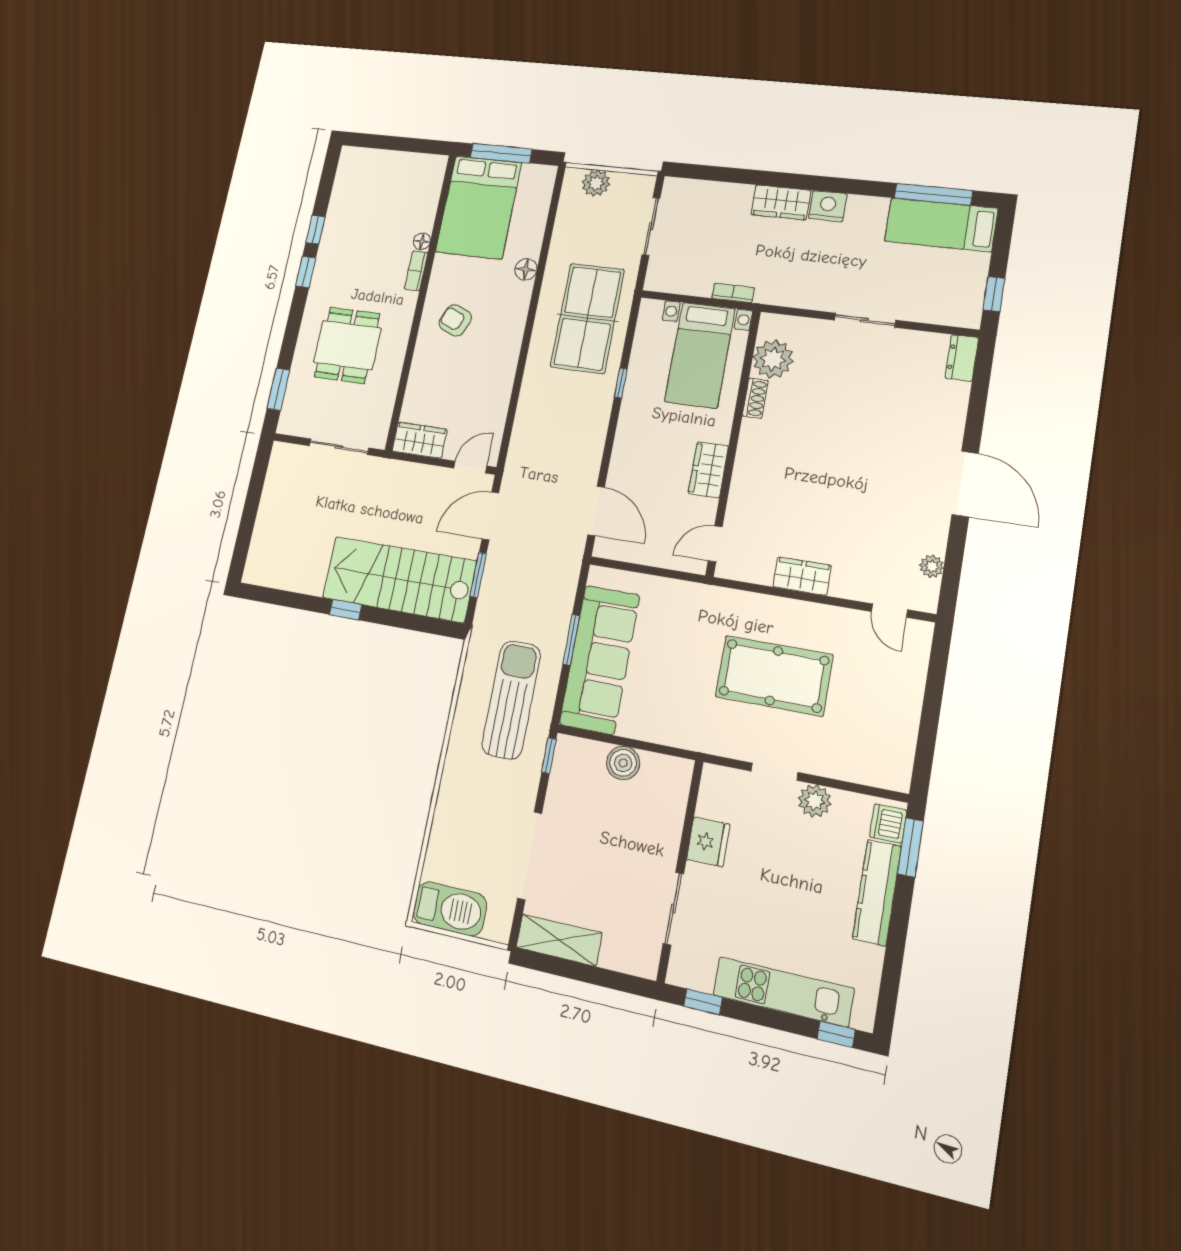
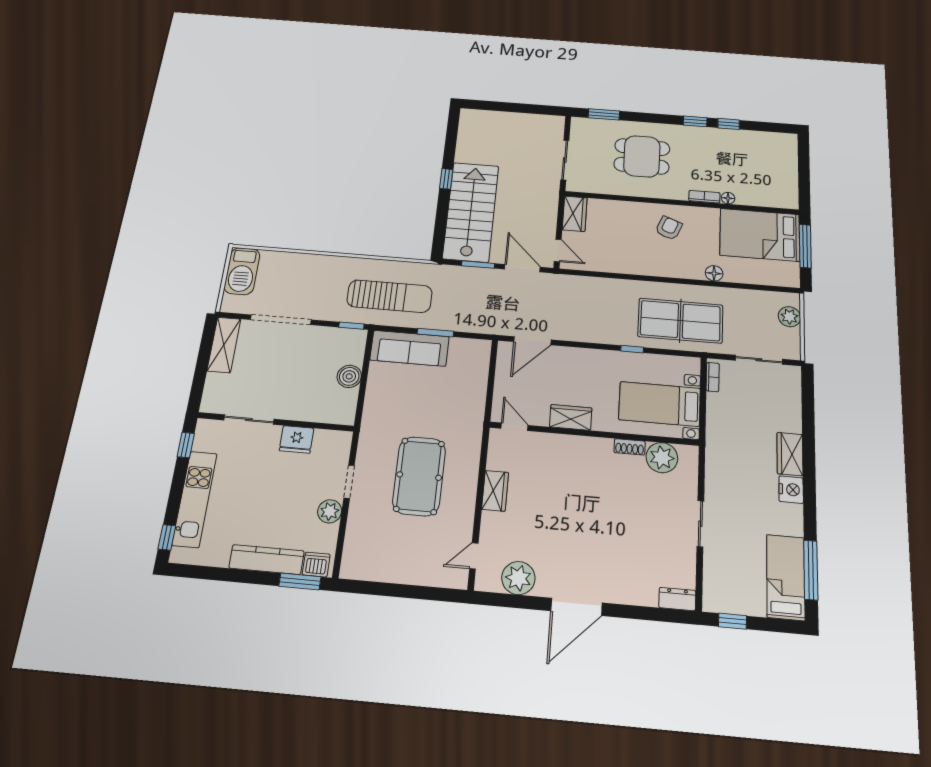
bookcase: (733, 293) -> (713, 377), moved
plant: (932, 566) -> (518, 578), width x1.88, depth x1.88
sofa: (600, 659) -> (410, 348), width x0.74, depth x0.79

